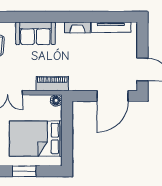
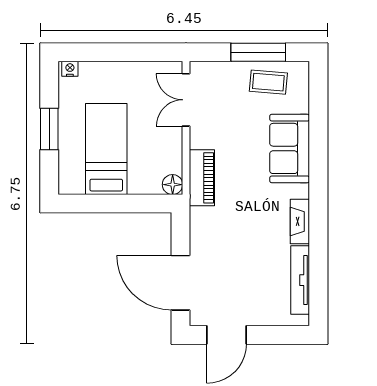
bed: (36, 139) -> (106, 149), width x0.67

